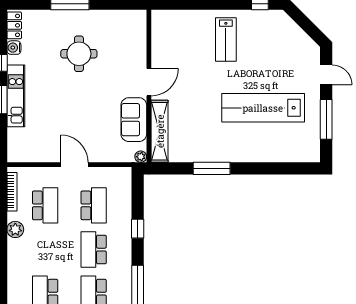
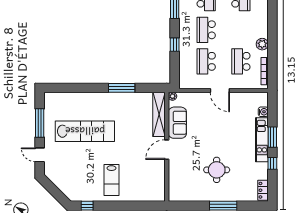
lab bench: (226, 40) -> (111, 180), turned 180
water cooler: (14, 48) -> (263, 112), moved
school desk: (94, 250) -> (206, 30), turned 180

